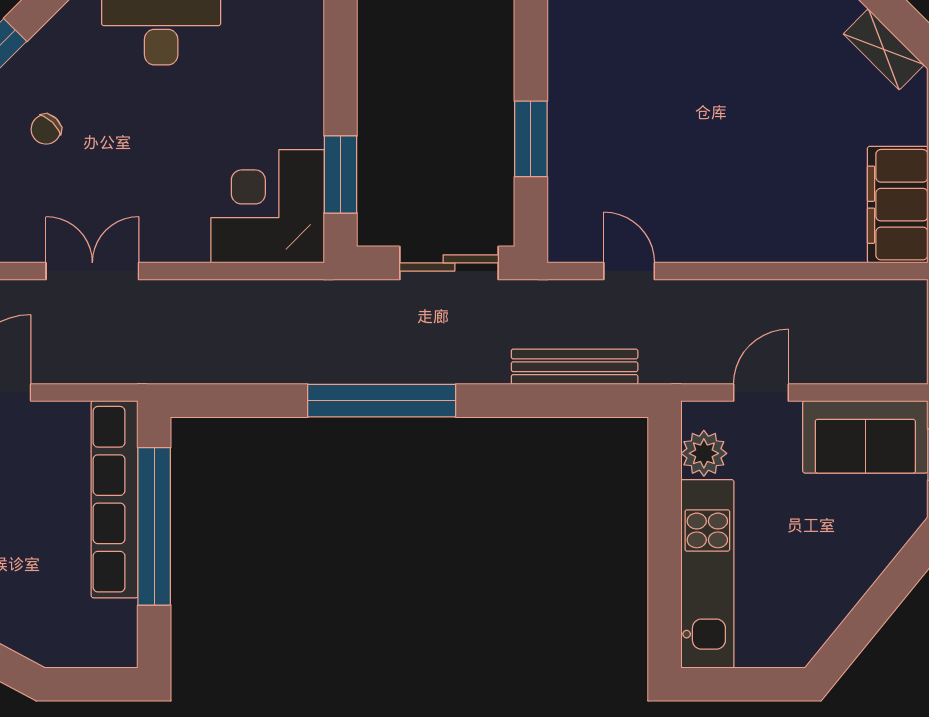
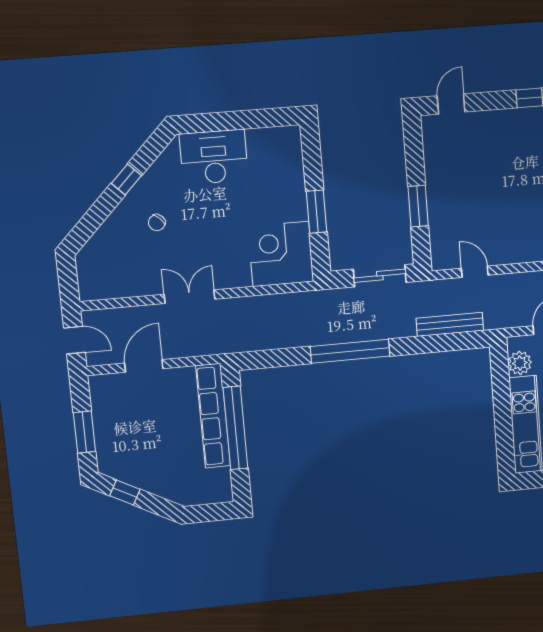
window: (341, 174) -> (316, 212), moved

